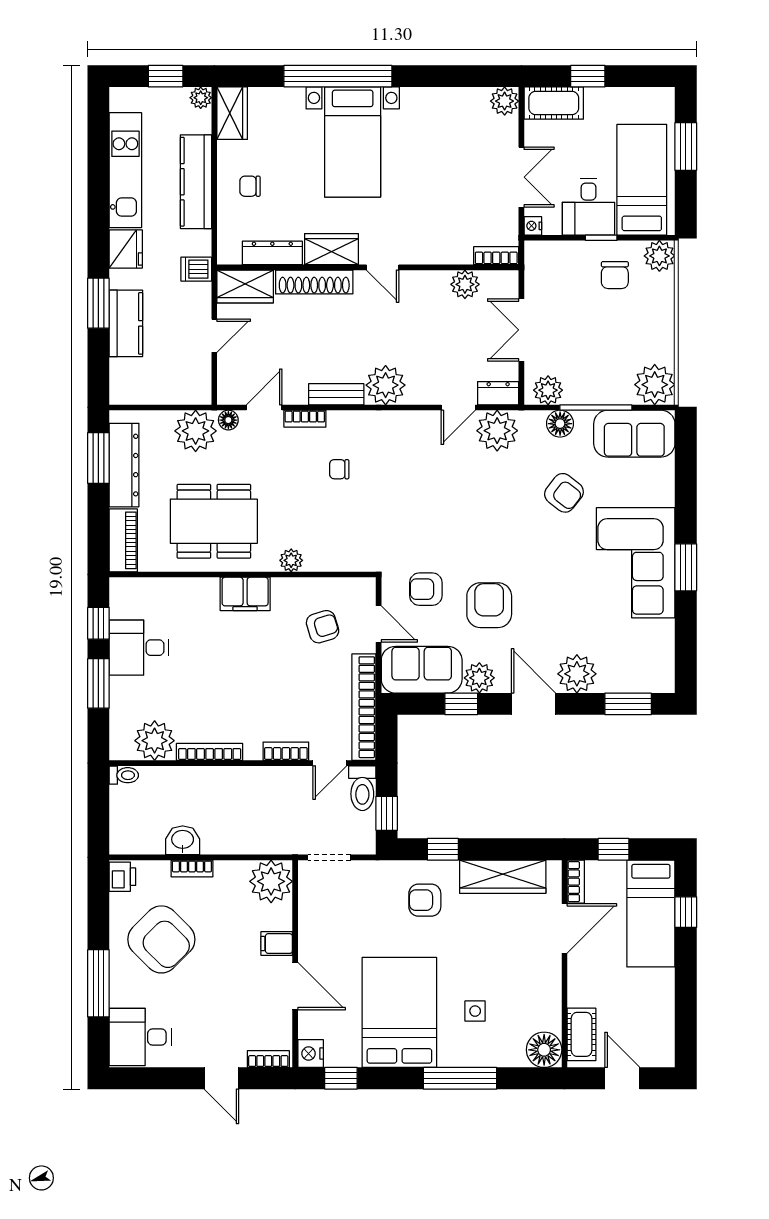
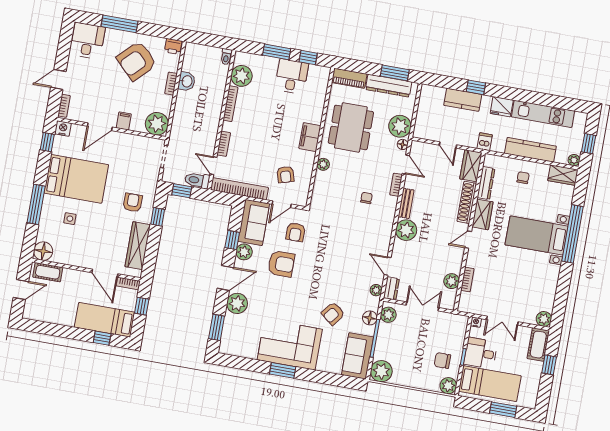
bookcase: (496, 256) -> (467, 279), moved
window: (98, 303) -> (476, 87), width x0.67
plant: (497, 431) -> (376, 290), width x0.53, depth x0.53
armchair: (426, 589) -> (296, 232), turned 180

